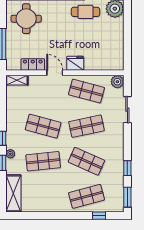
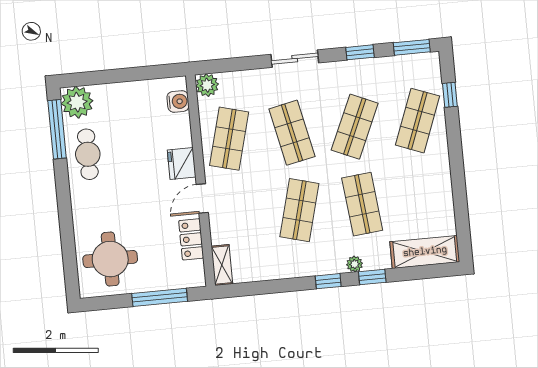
water cooler: (110, 65) -> (178, 101), added
sliding door: (127, 110) -> (295, 59), moved
shop shelf: (86, 196) -> (418, 121), turned 36

